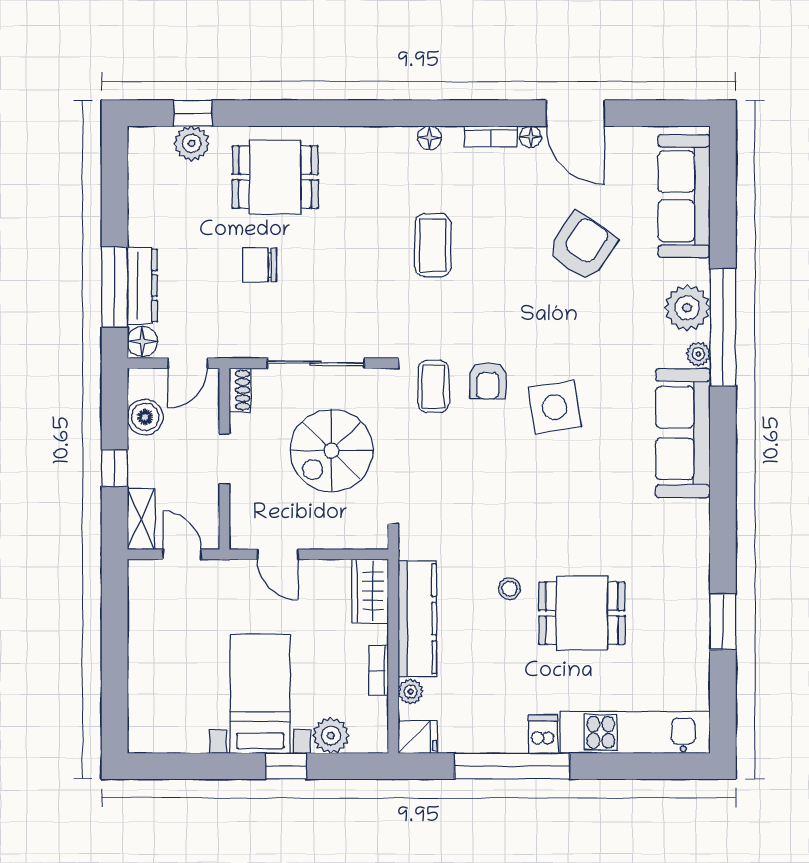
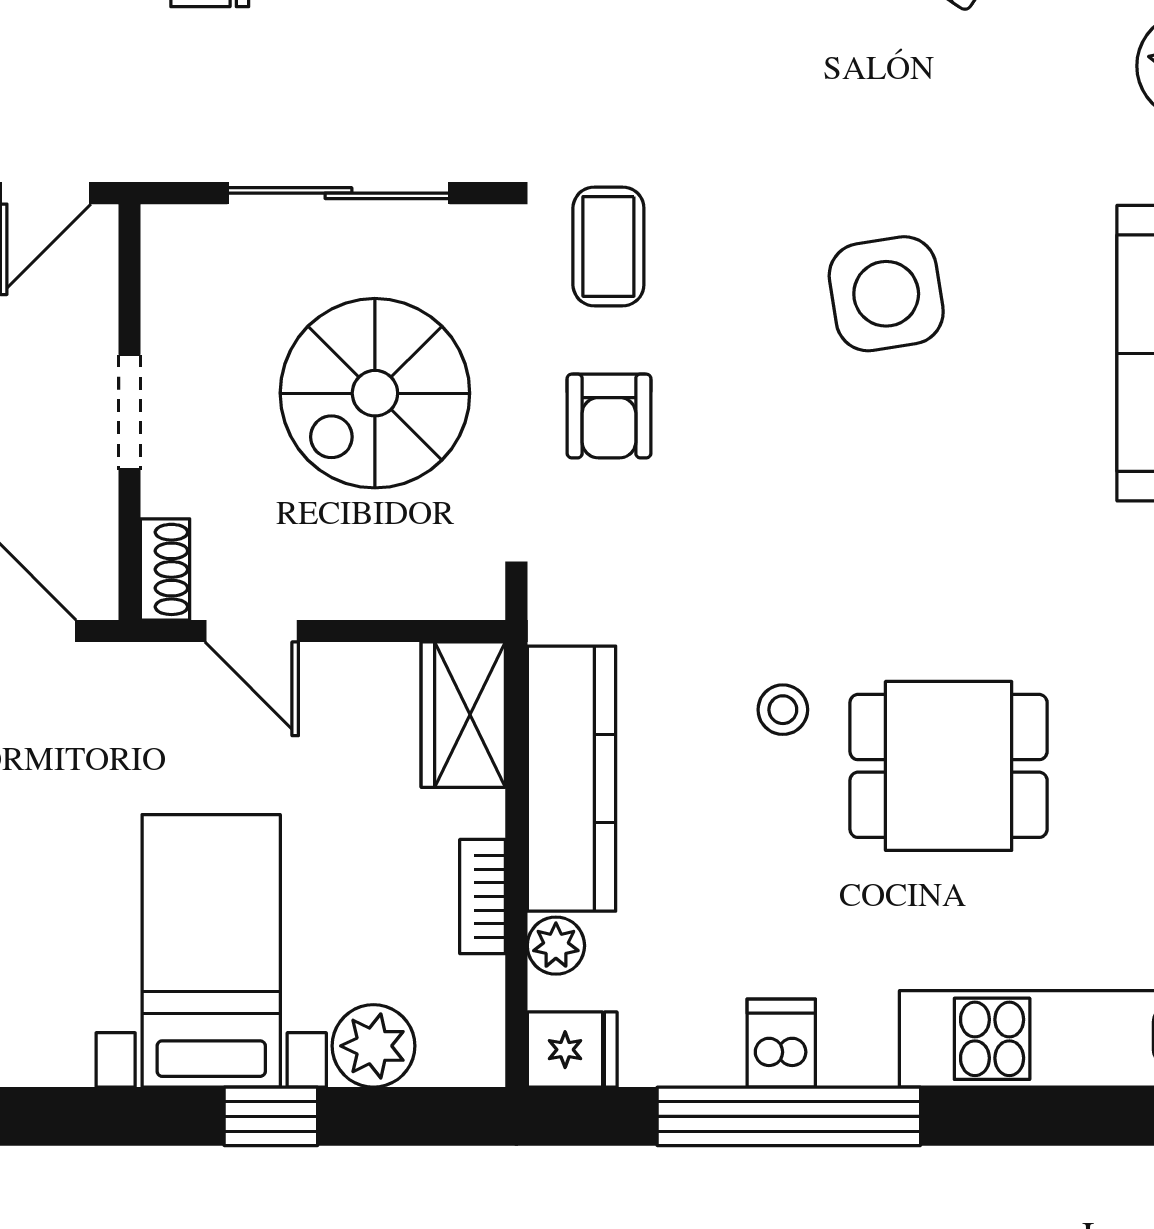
armchair: (488, 381) -> (609, 416), moved
shoe rack: (240, 390) -> (165, 569), moved
dishwasher: (543, 734) -> (781, 1043), moved

